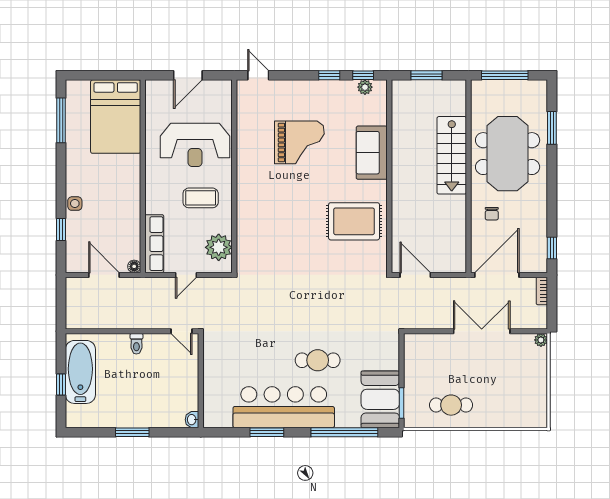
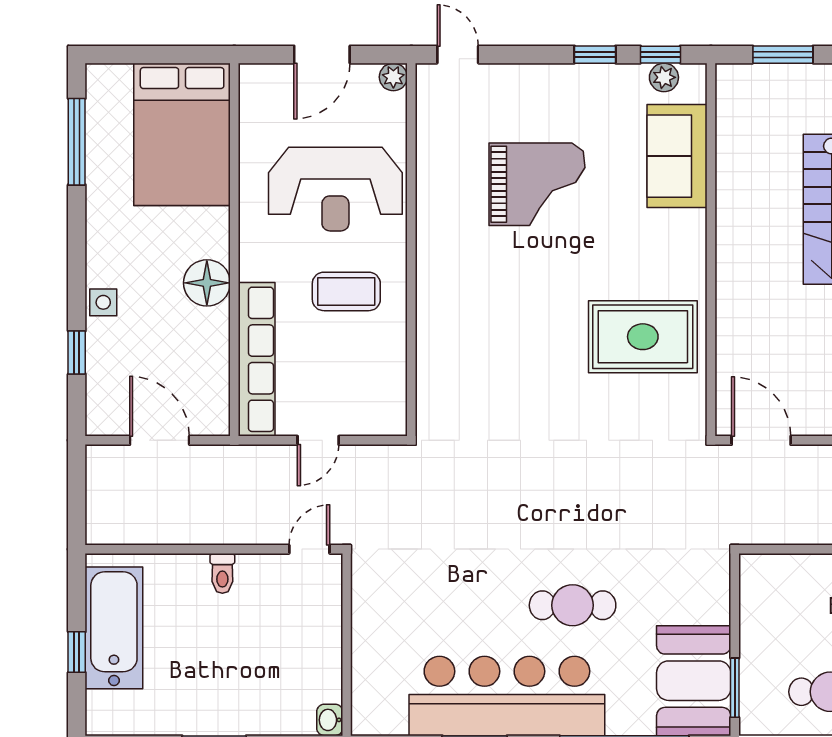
sofa: (372, 153) -> (677, 156), moved
row of seats: (154, 244) -> (257, 359), width x1.36
plant: (219, 247) -> (393, 77), moved, width x0.53, depth x0.53
floor lamp: (134, 266) -> (207, 283), moved, width x1.89, depth x1.89
door: (182, 331) -> (309, 549), swing flipped

